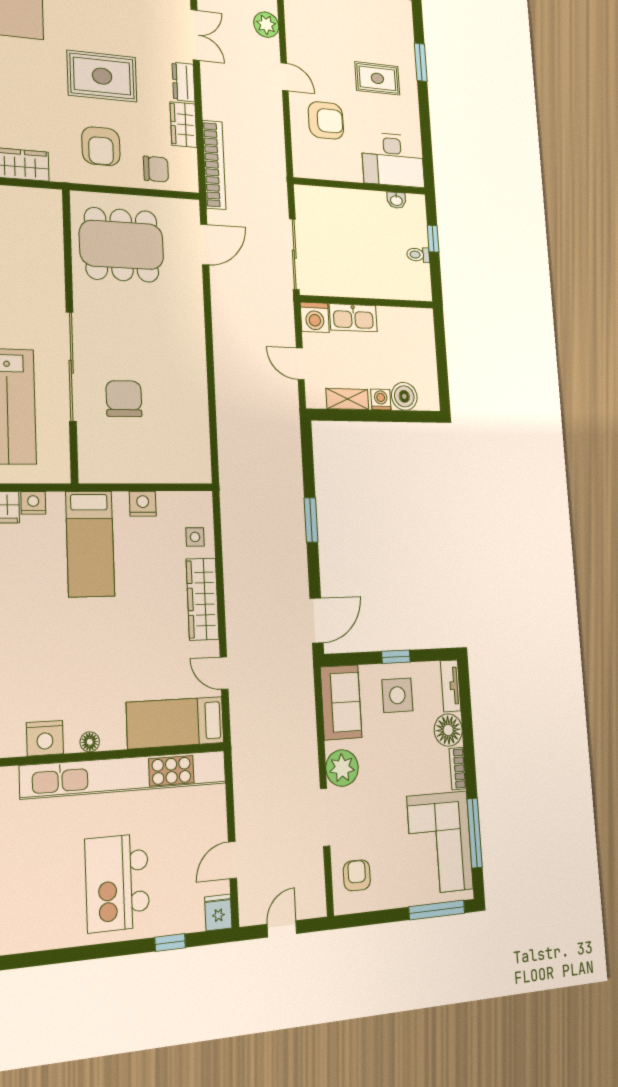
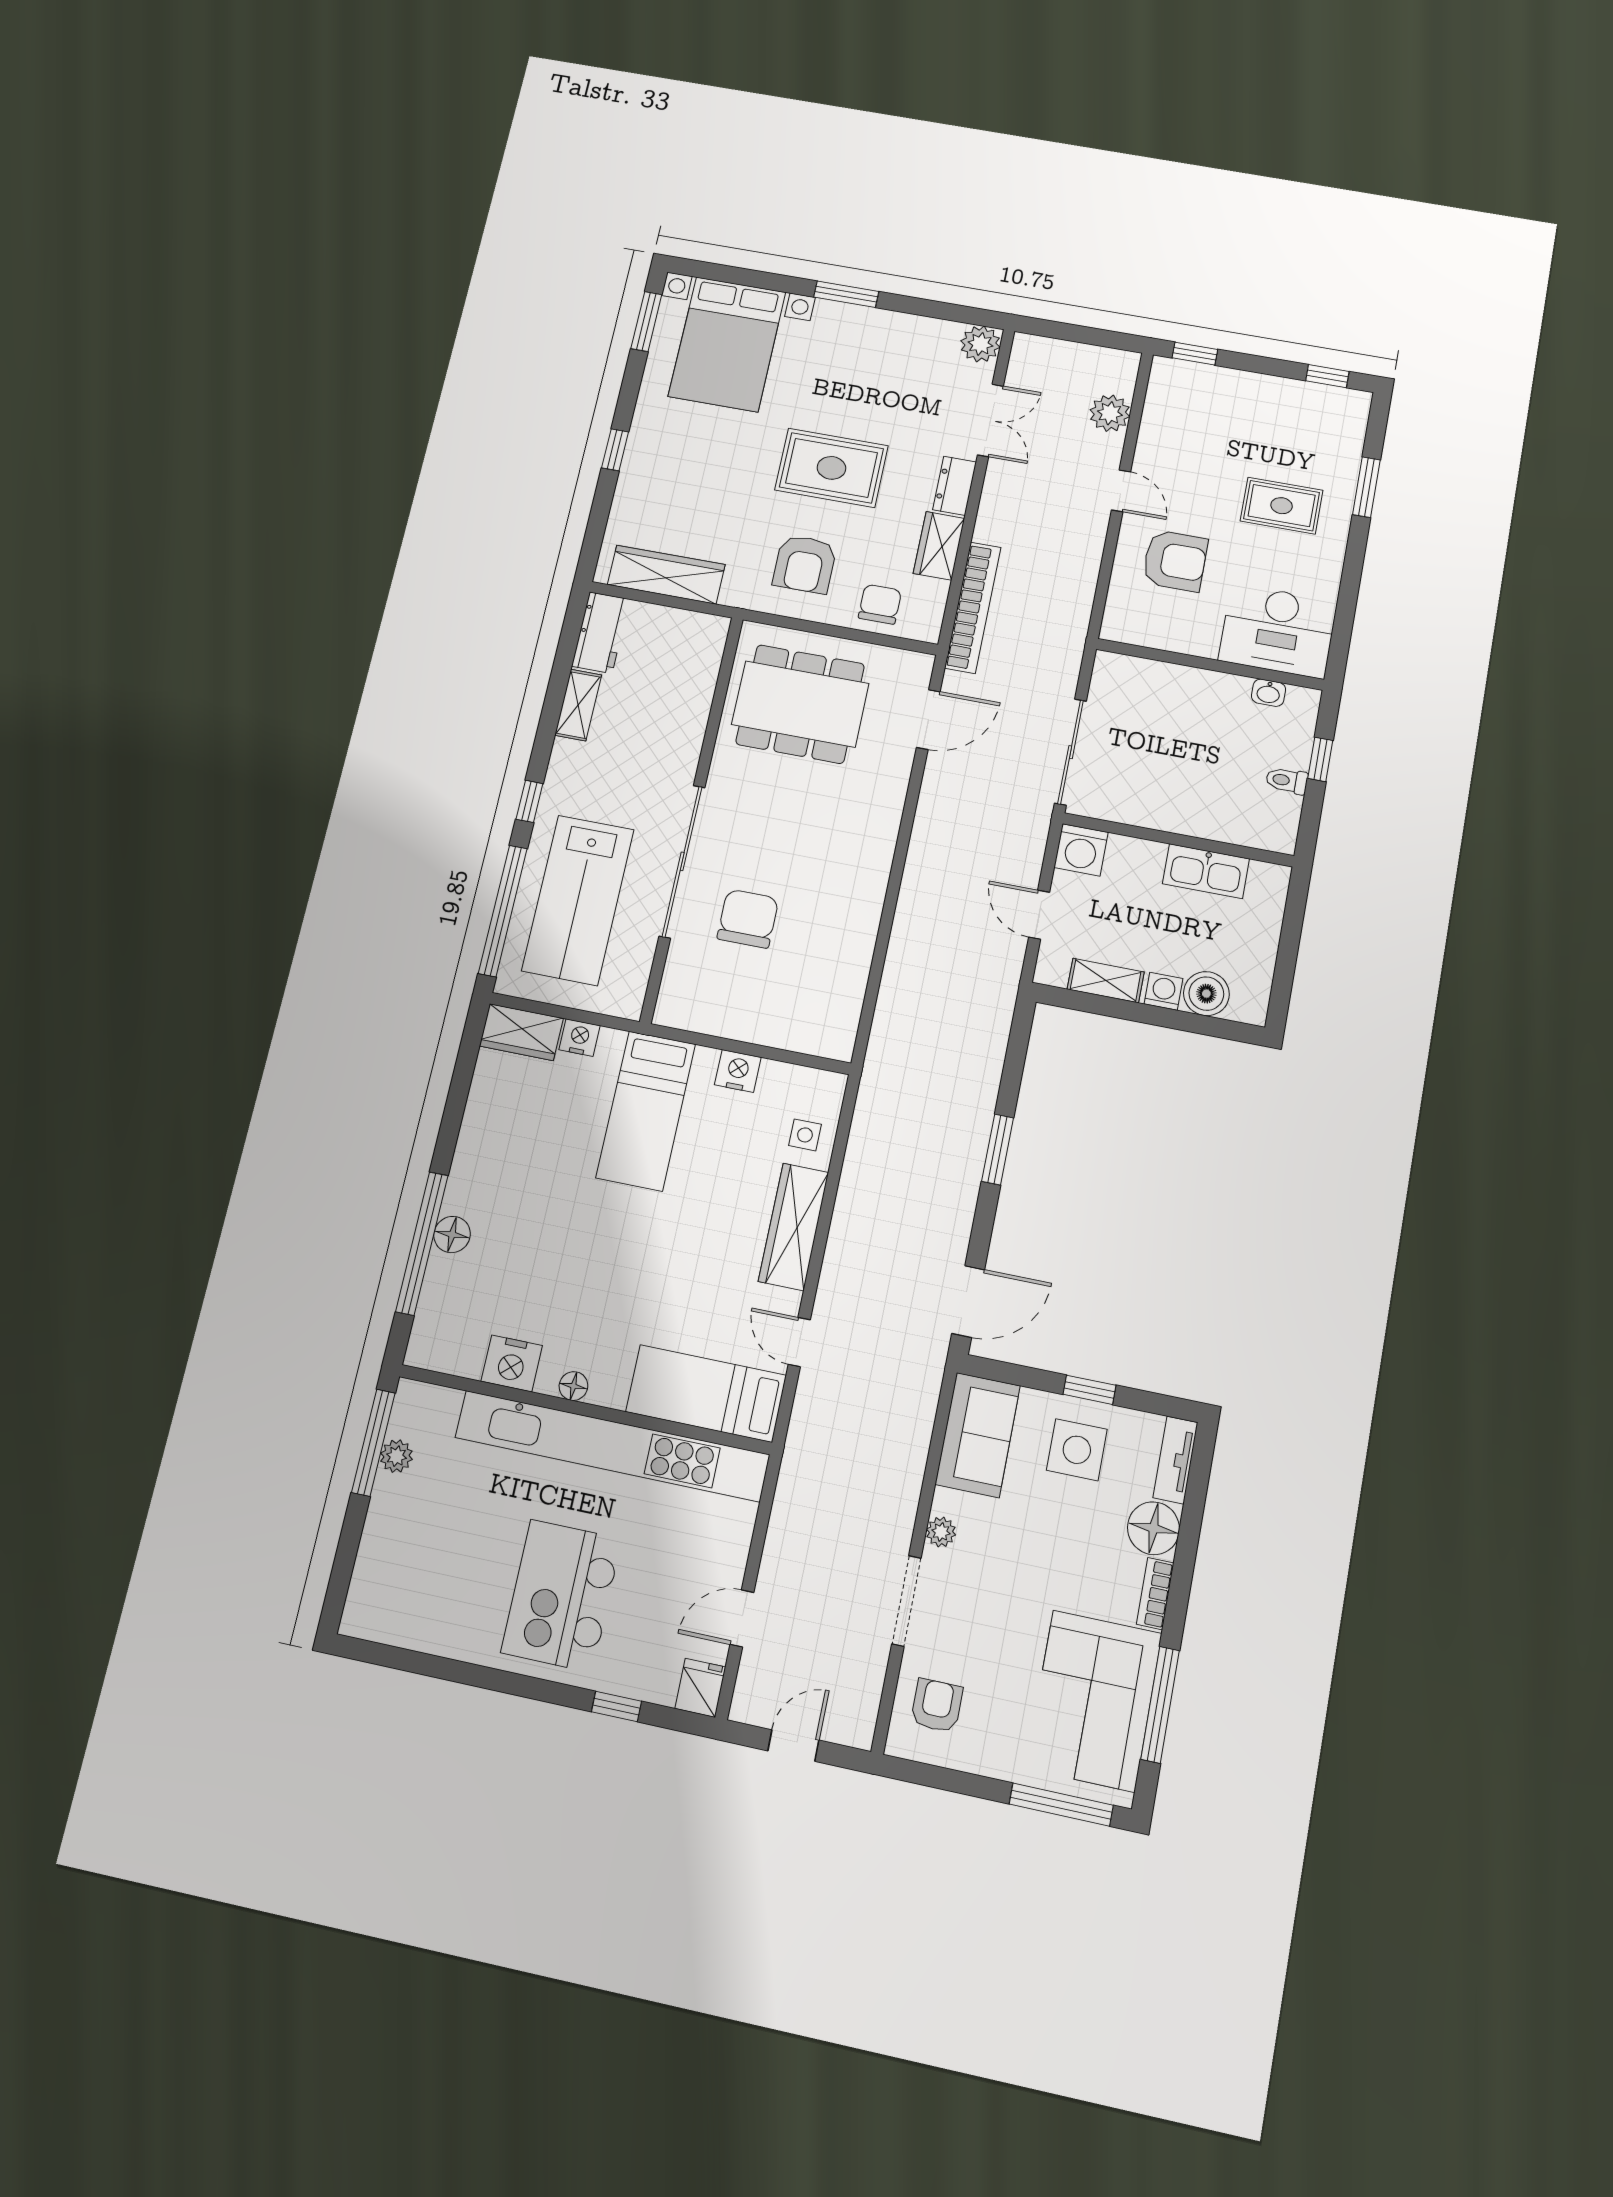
chair: (156, 169) -> (880, 604), turned -90
kitchen sink: (353, 318) -> (1206, 871), moved
plant: (342, 768) -> (941, 1532), width x0.53, depth x0.53

